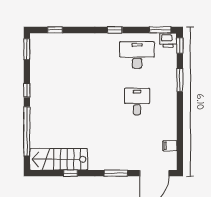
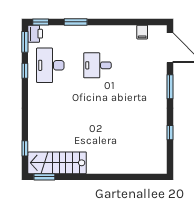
window: (115, 30) -> (25, 71), moved
window: (27, 90) -> (86, 177), removed
window: (27, 131) -> (128, 177), removed
stairs: (59, 159) -> (57, 163), moved, turned 90

